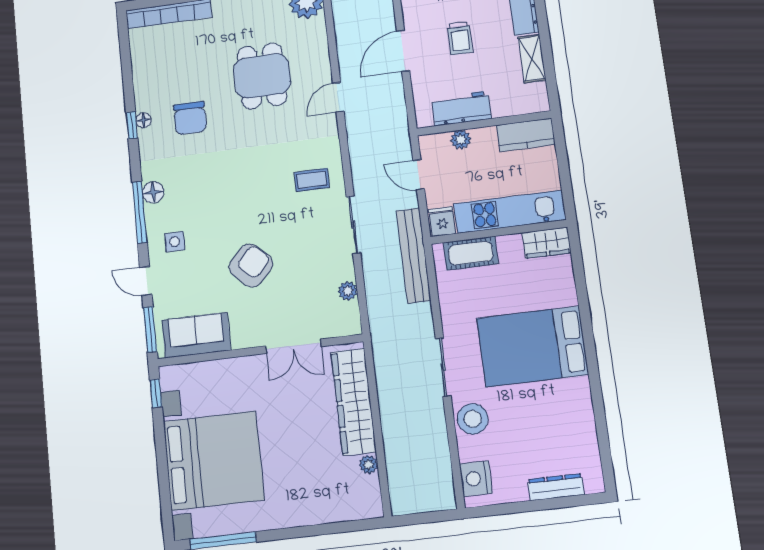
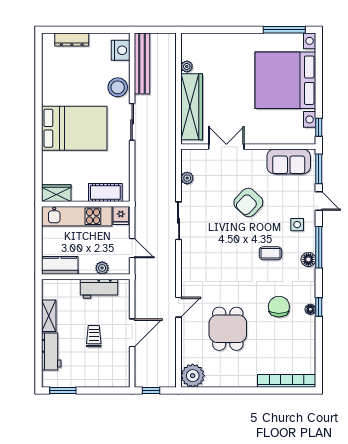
coffee table: (312, 180) -> (270, 253), moved
bench: (414, 255) -> (142, 64), moved

